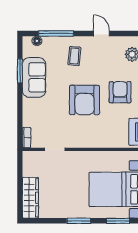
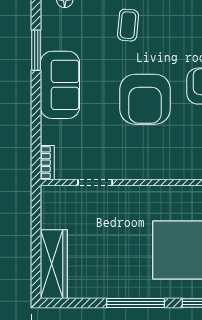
sofa: (34, 77) -> (60, 85), moved
window: (79, 221) -> (135, 303), width x1.44

